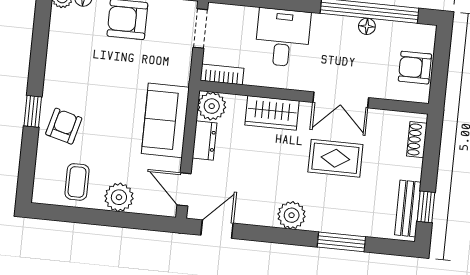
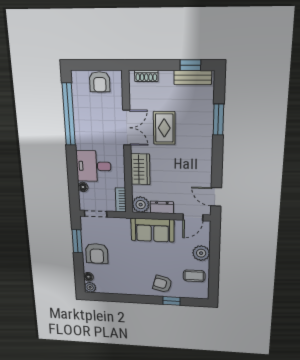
floor lamp: (367, 26) -> (83, 187), moved
window: (33, 111) -> (171, 301), moved
plant: (292, 215) -> (204, 153), removed

